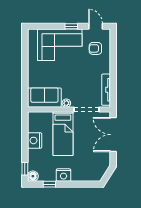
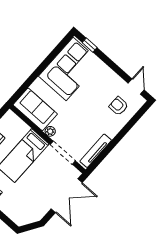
window: (71, 26) -> (90, 45), moved
corner sofa: (60, 45) -> (70, 69), moved, turned -90
double door: (113, 135) -> (67, 196), swing flipped

